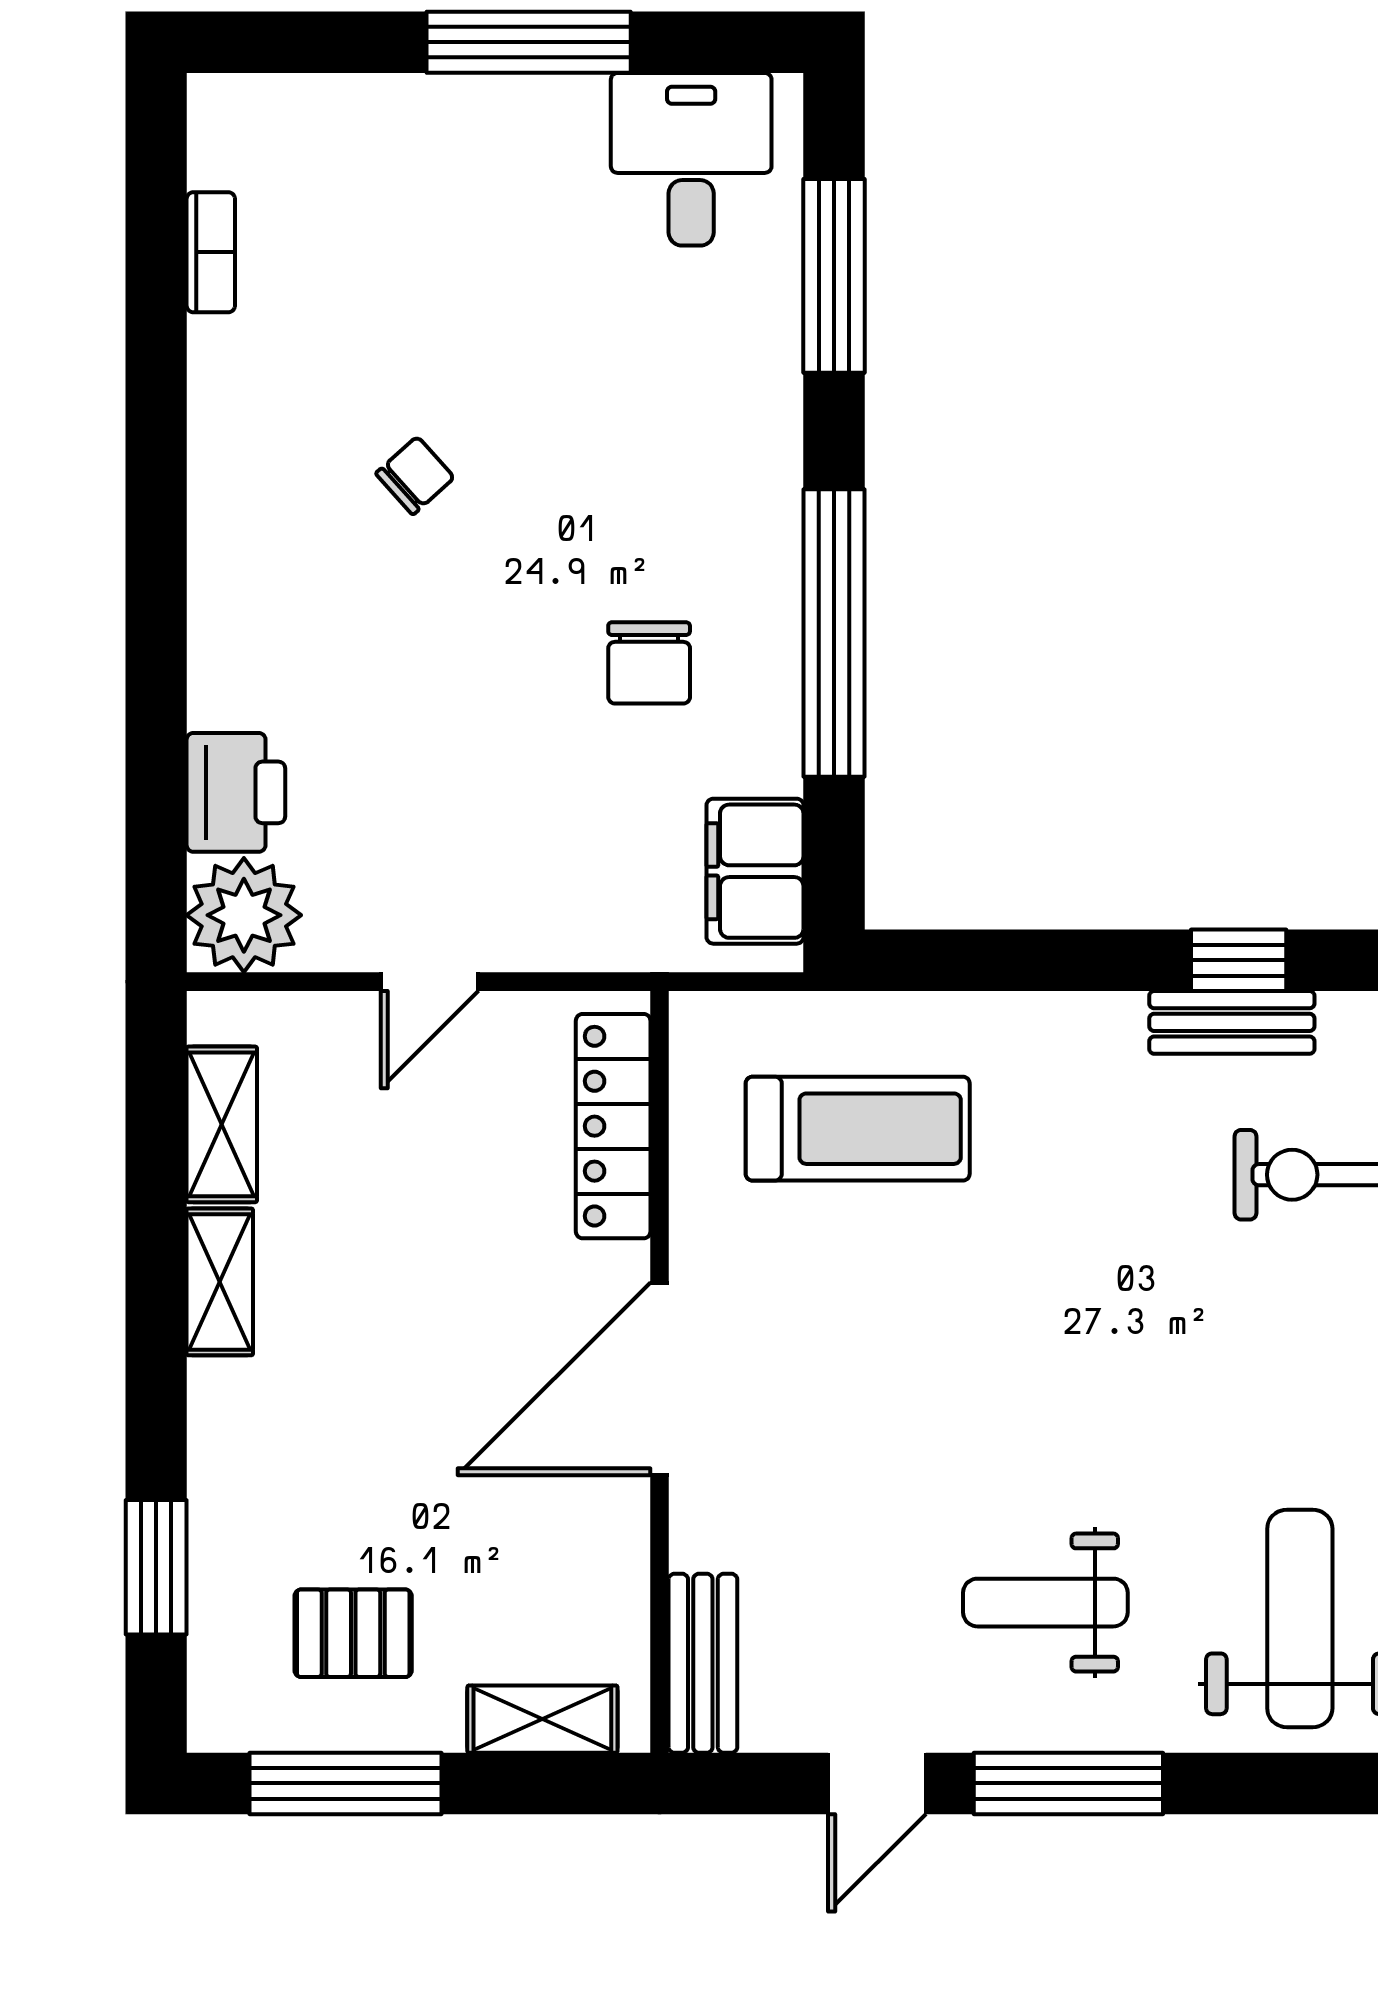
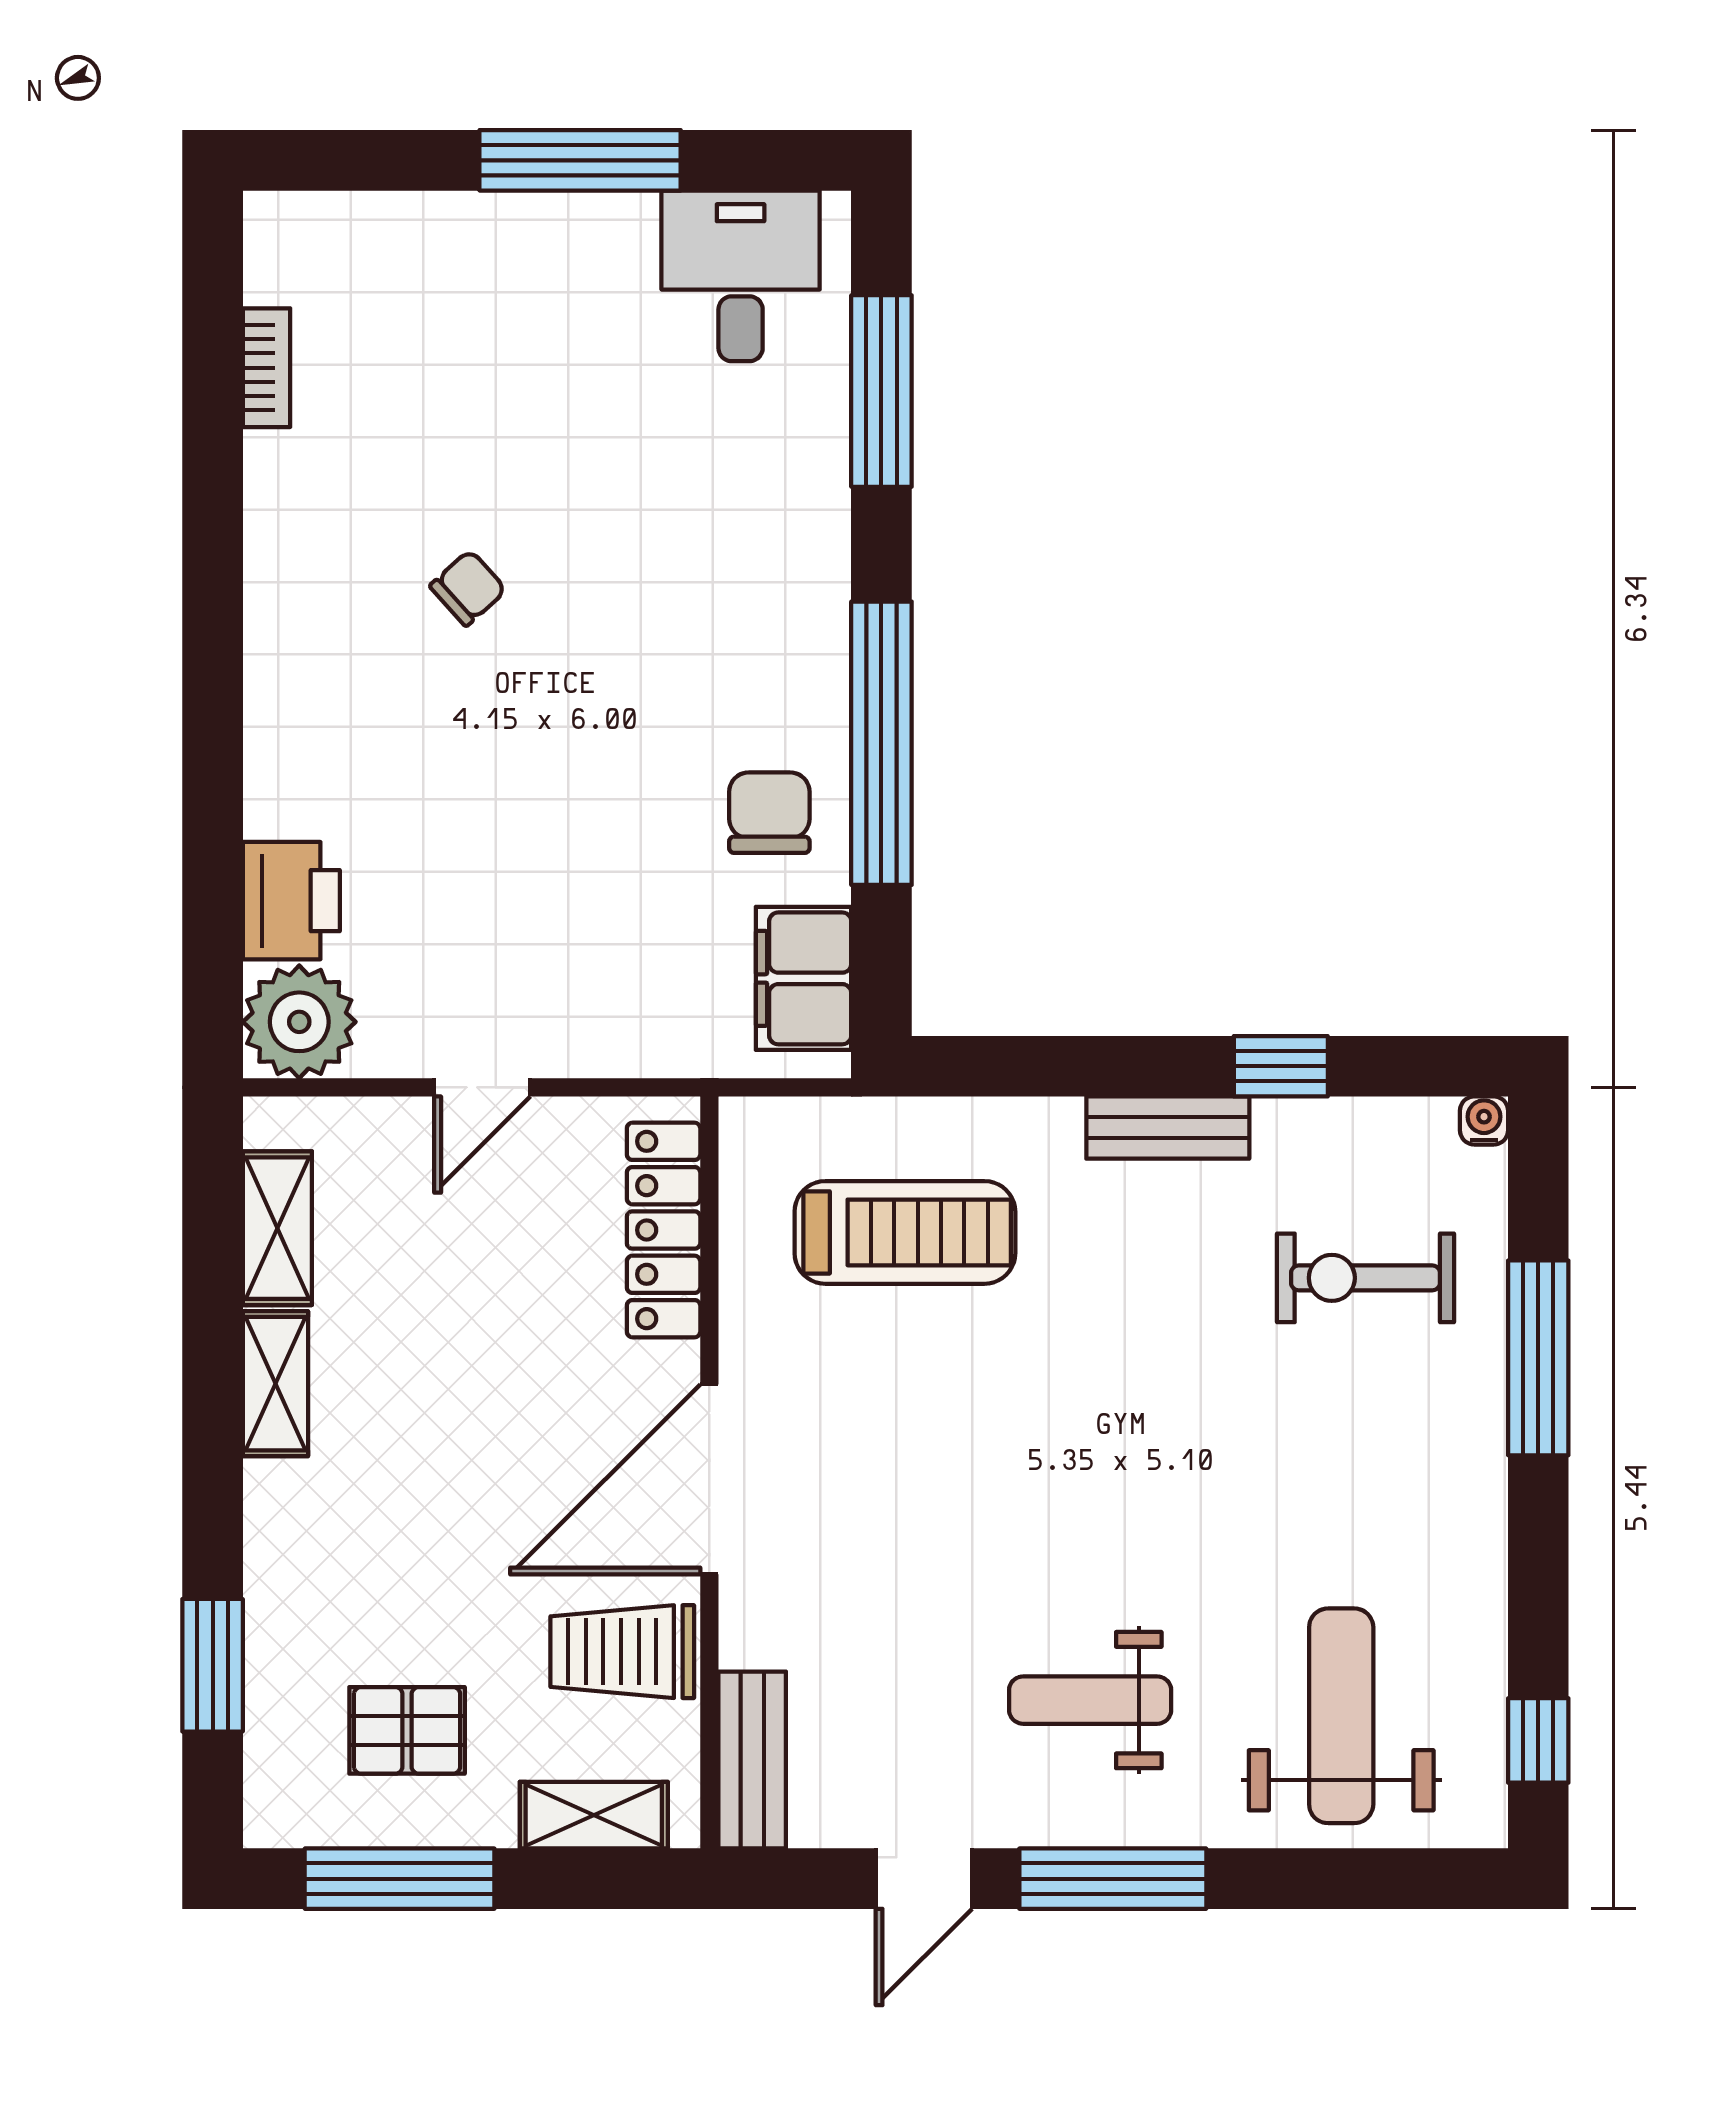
chair: (649, 663) -> (769, 813), moved, turned 180
bench: (1232, 1022) -> (1168, 1128), moved
trolley: (571, 1553) -> (622, 1652), added

